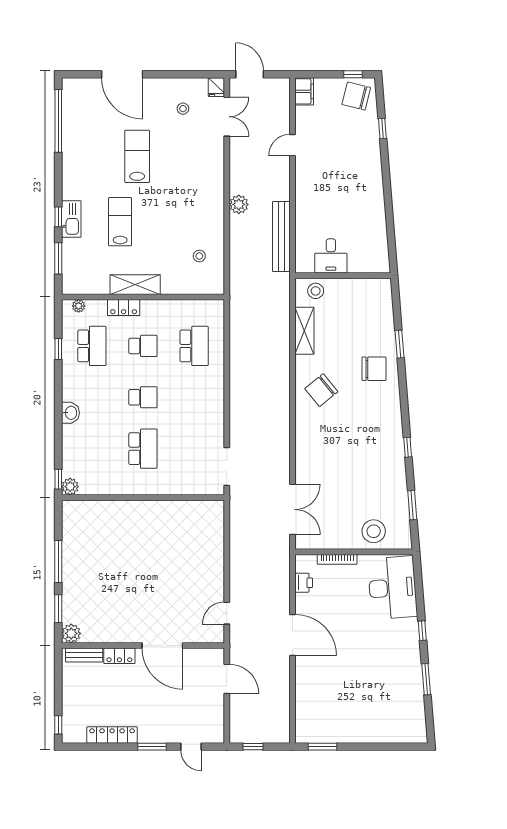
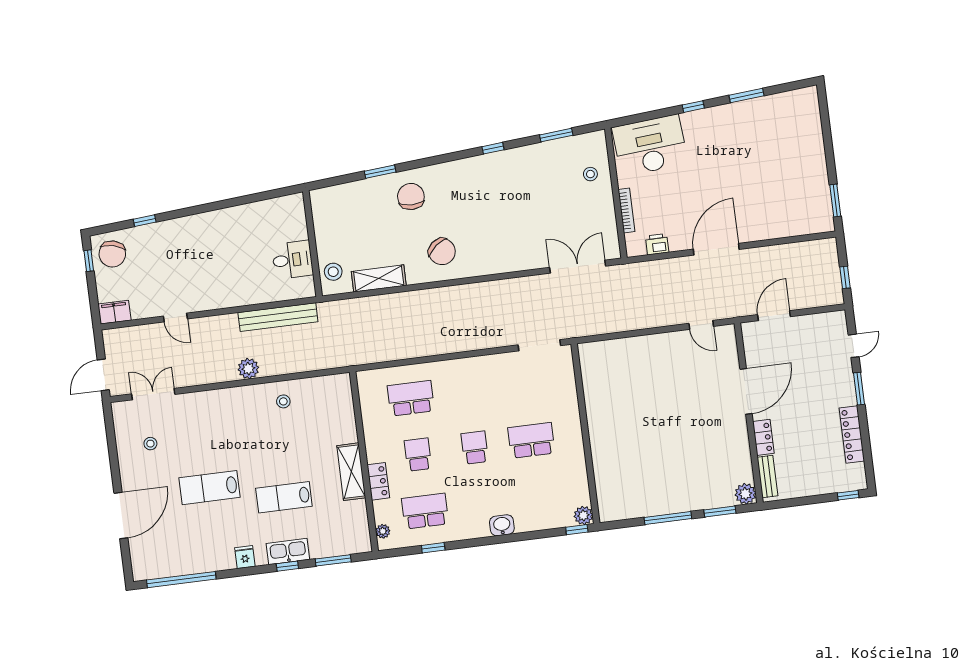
fridge: (216, 87) -> (245, 557), moved, turned -90
stool: (199, 256) -> (283, 401), moved
stool: (374, 531) -> (590, 174), width x0.53, depth x0.53

